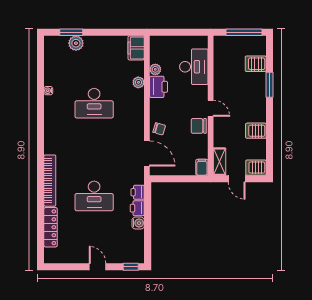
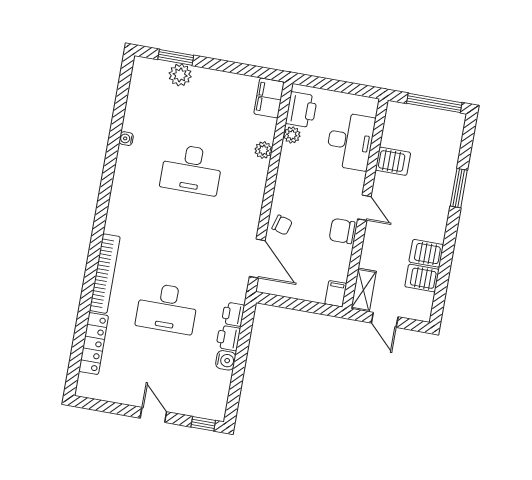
server rack: (256, 64) -> (393, 161), moved, turned 180
printer: (159, 87) -> (301, 110), moved
server rack: (256, 168) -> (422, 278), moved

